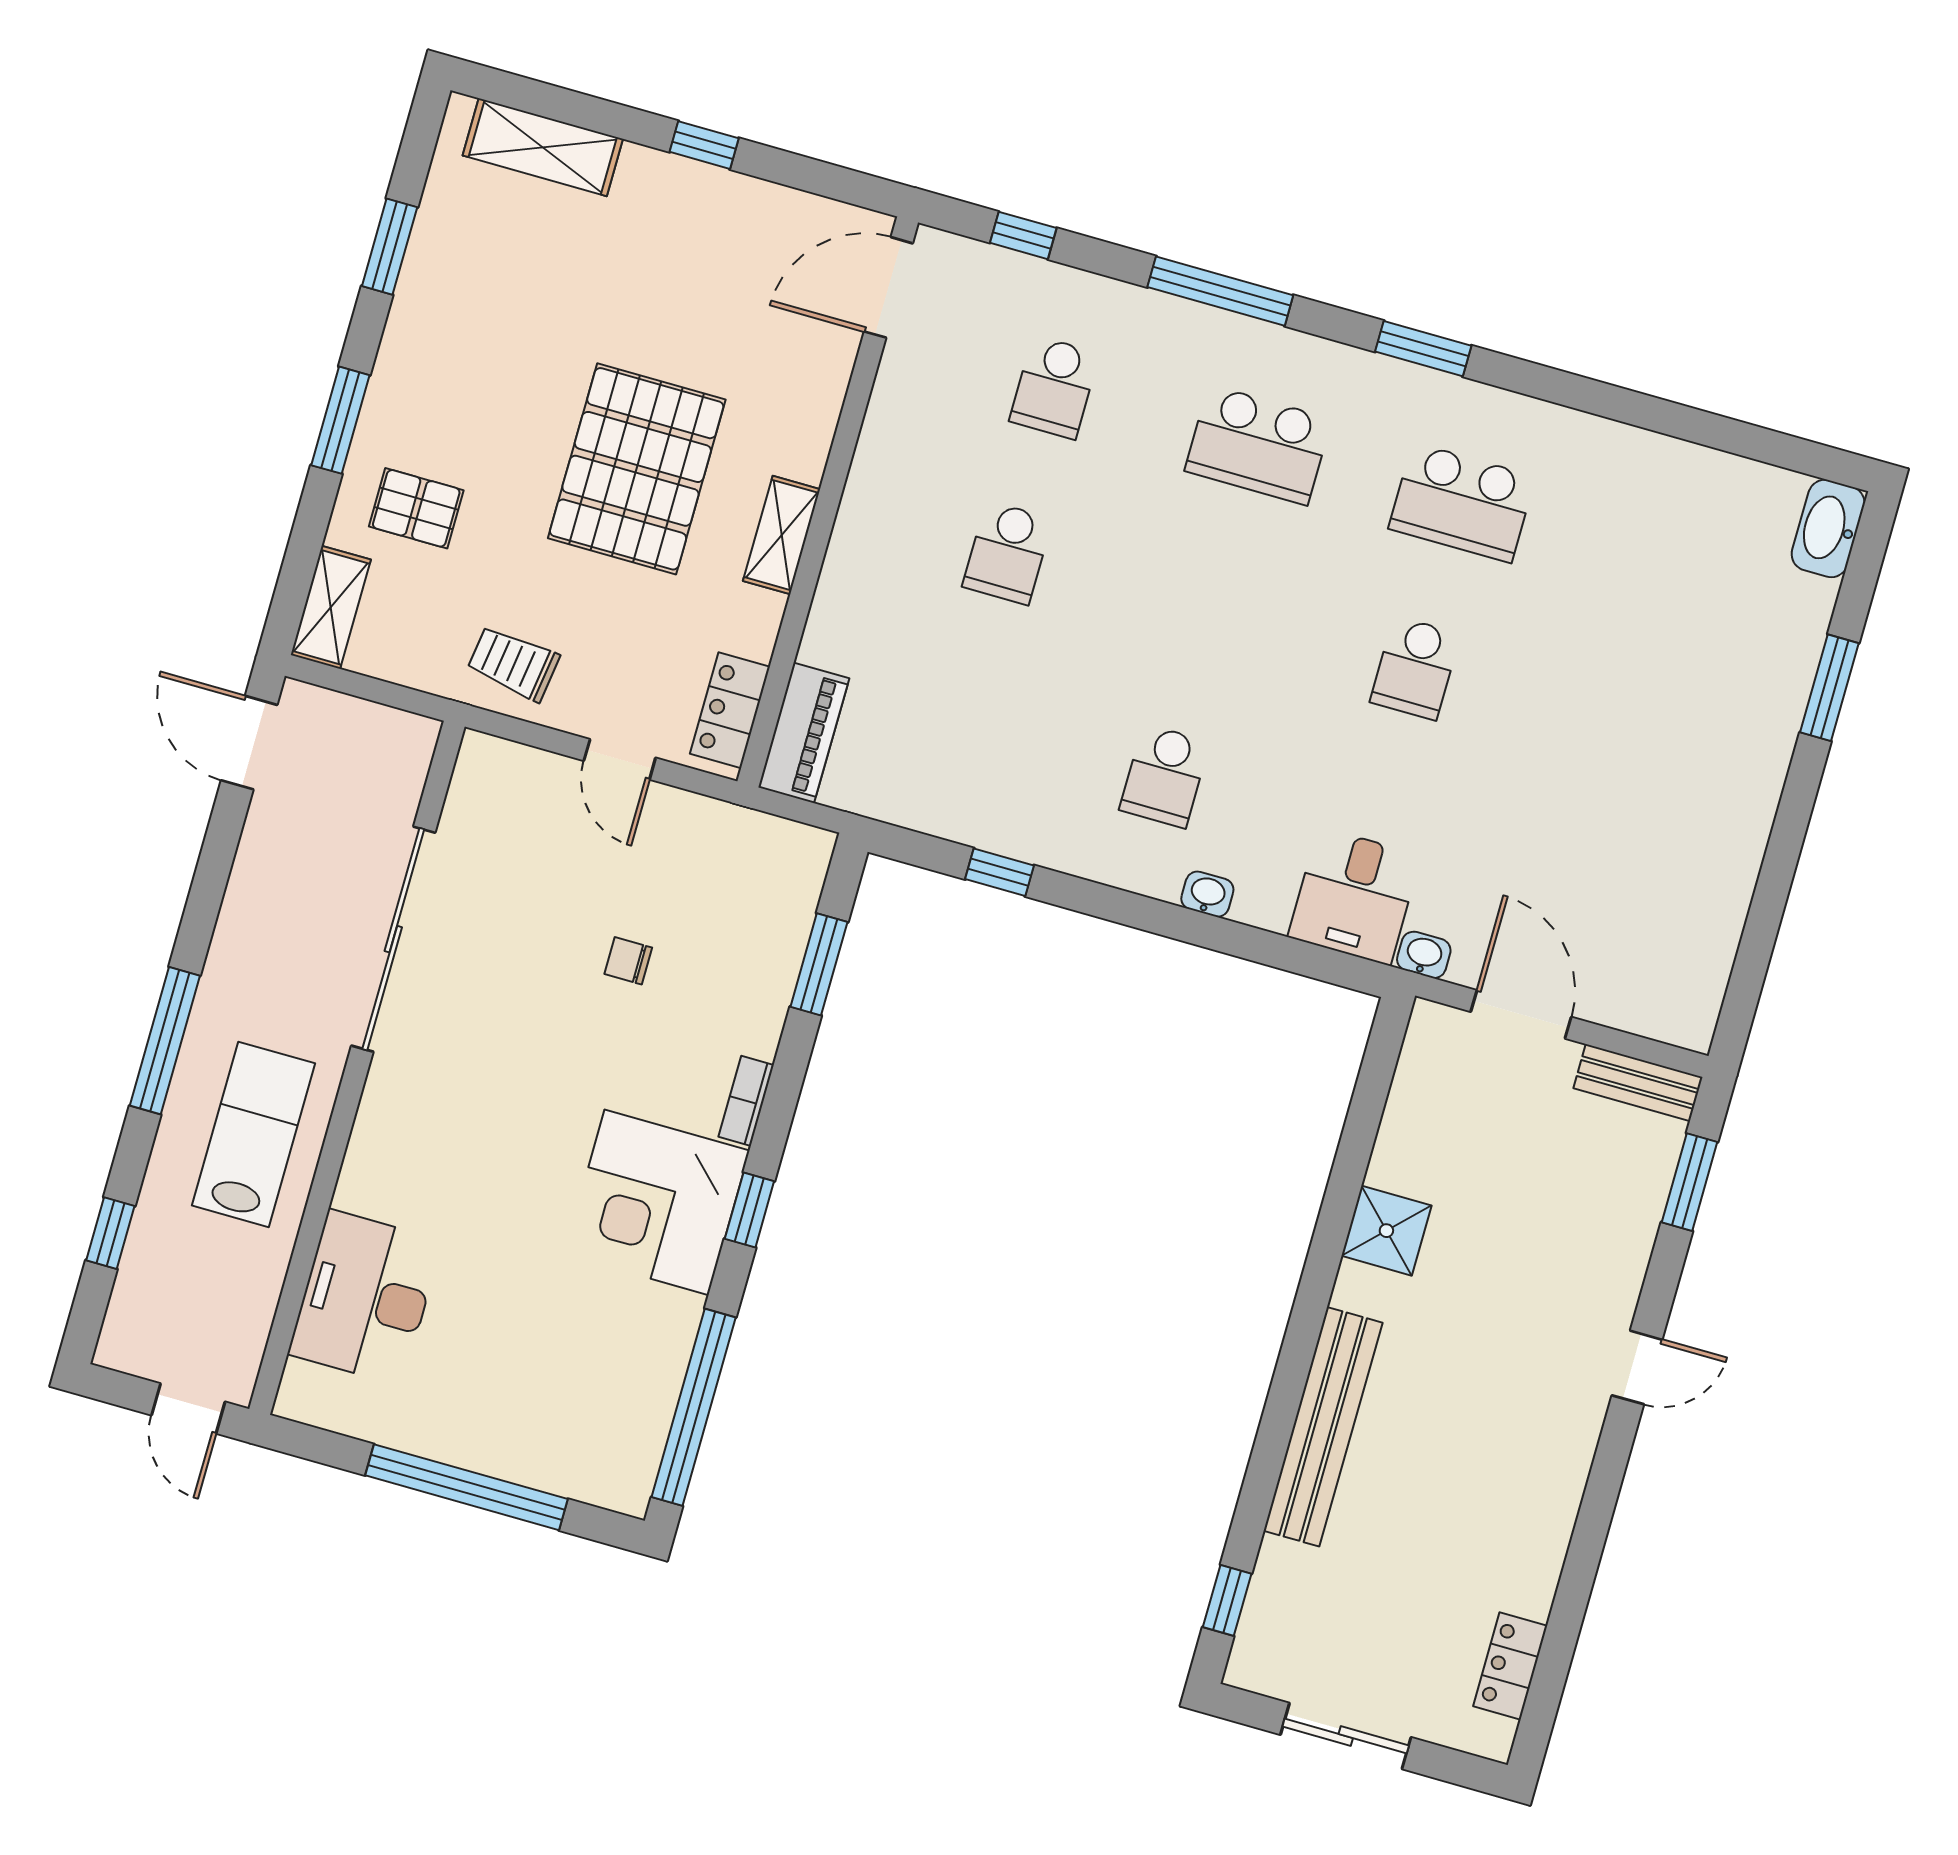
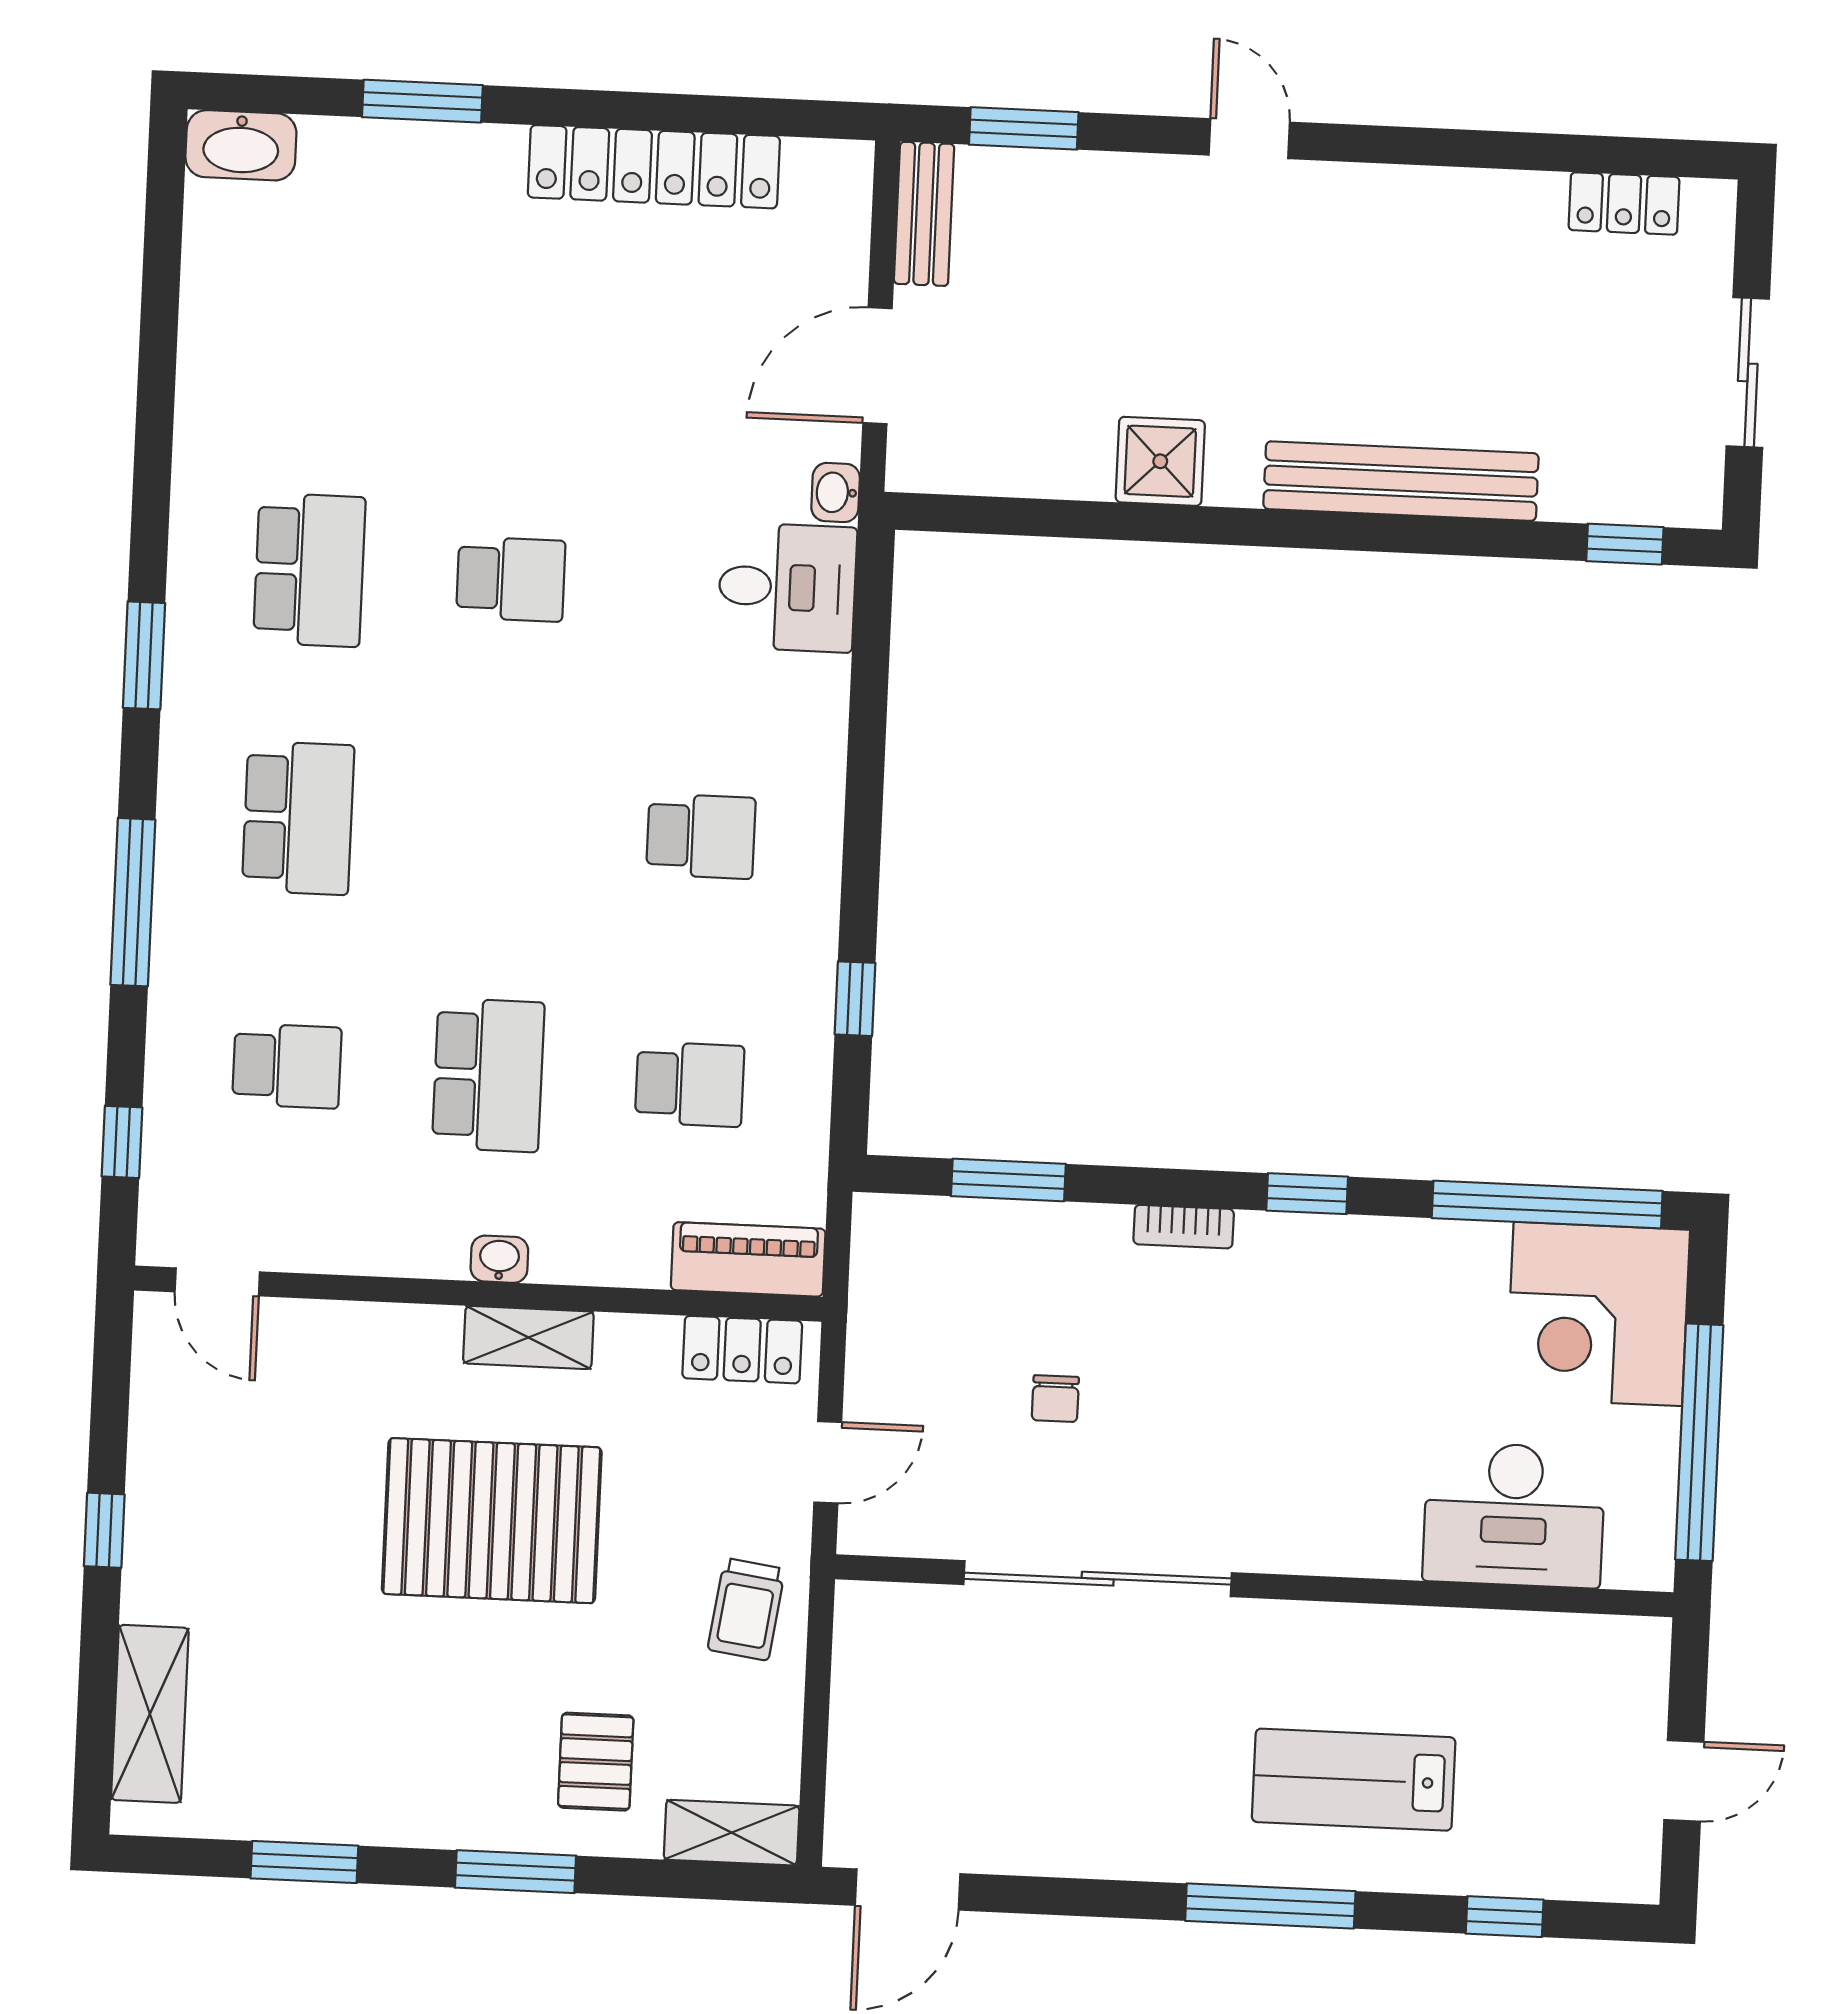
door: (888, 287) -> (217, 1282), width x0.73
school desk: (1007, 553) -> (488, 1075), width x1.85
school desk: (961, 718) -> (690, 1084), added
locker: (1730, 867) -> (654, 167), added
washbasin: (1207, 894) -> (499, 1259), moved, turned 90
sliding door: (393, 939) -> (1098, 1579), moved
wall: (357, 1068) -> (1254, 1586), moved
corner desk: (657, 1202) -> (1598, 1314), moved, turned 90
desk: (365, 1297) -> (1514, 1515), moved

